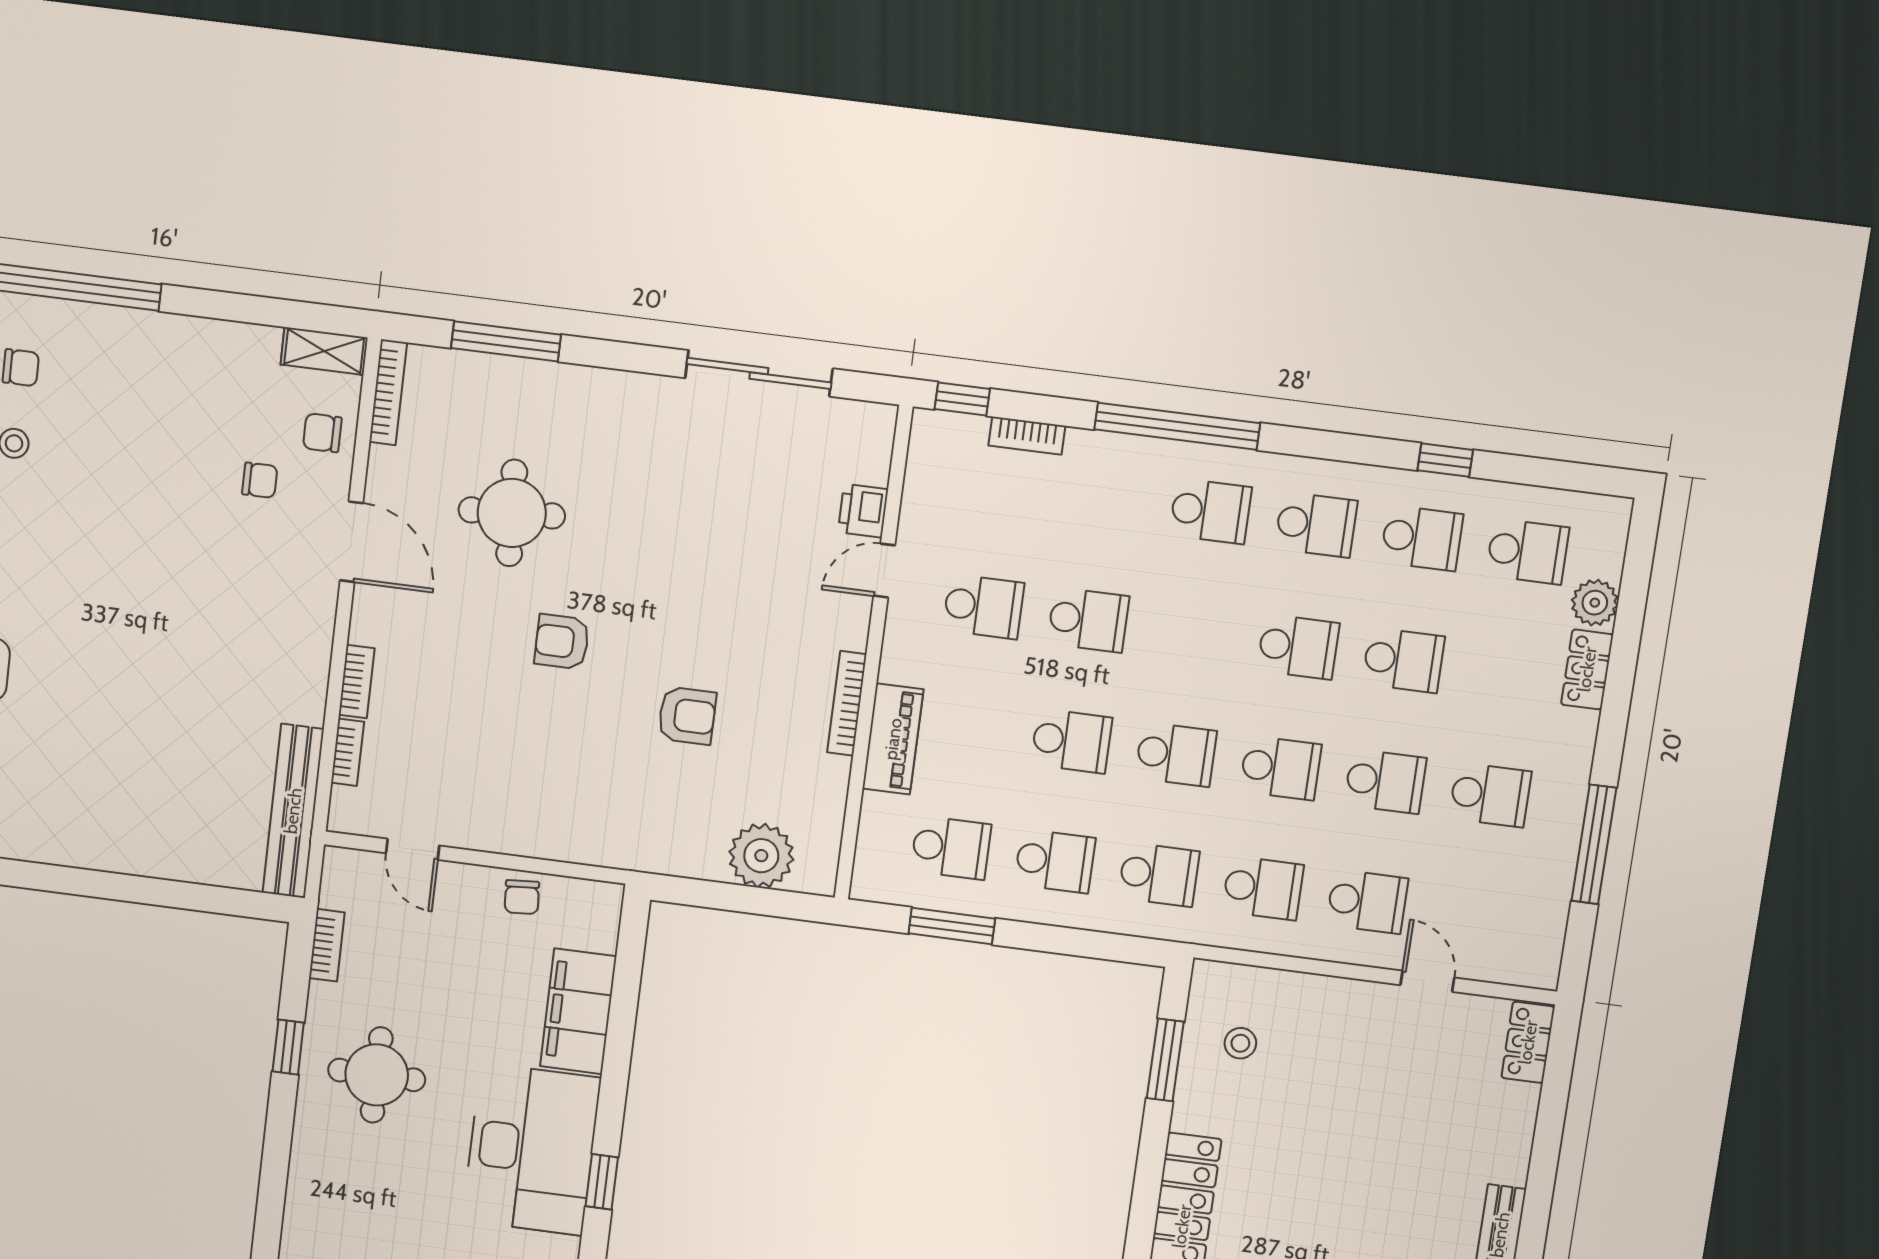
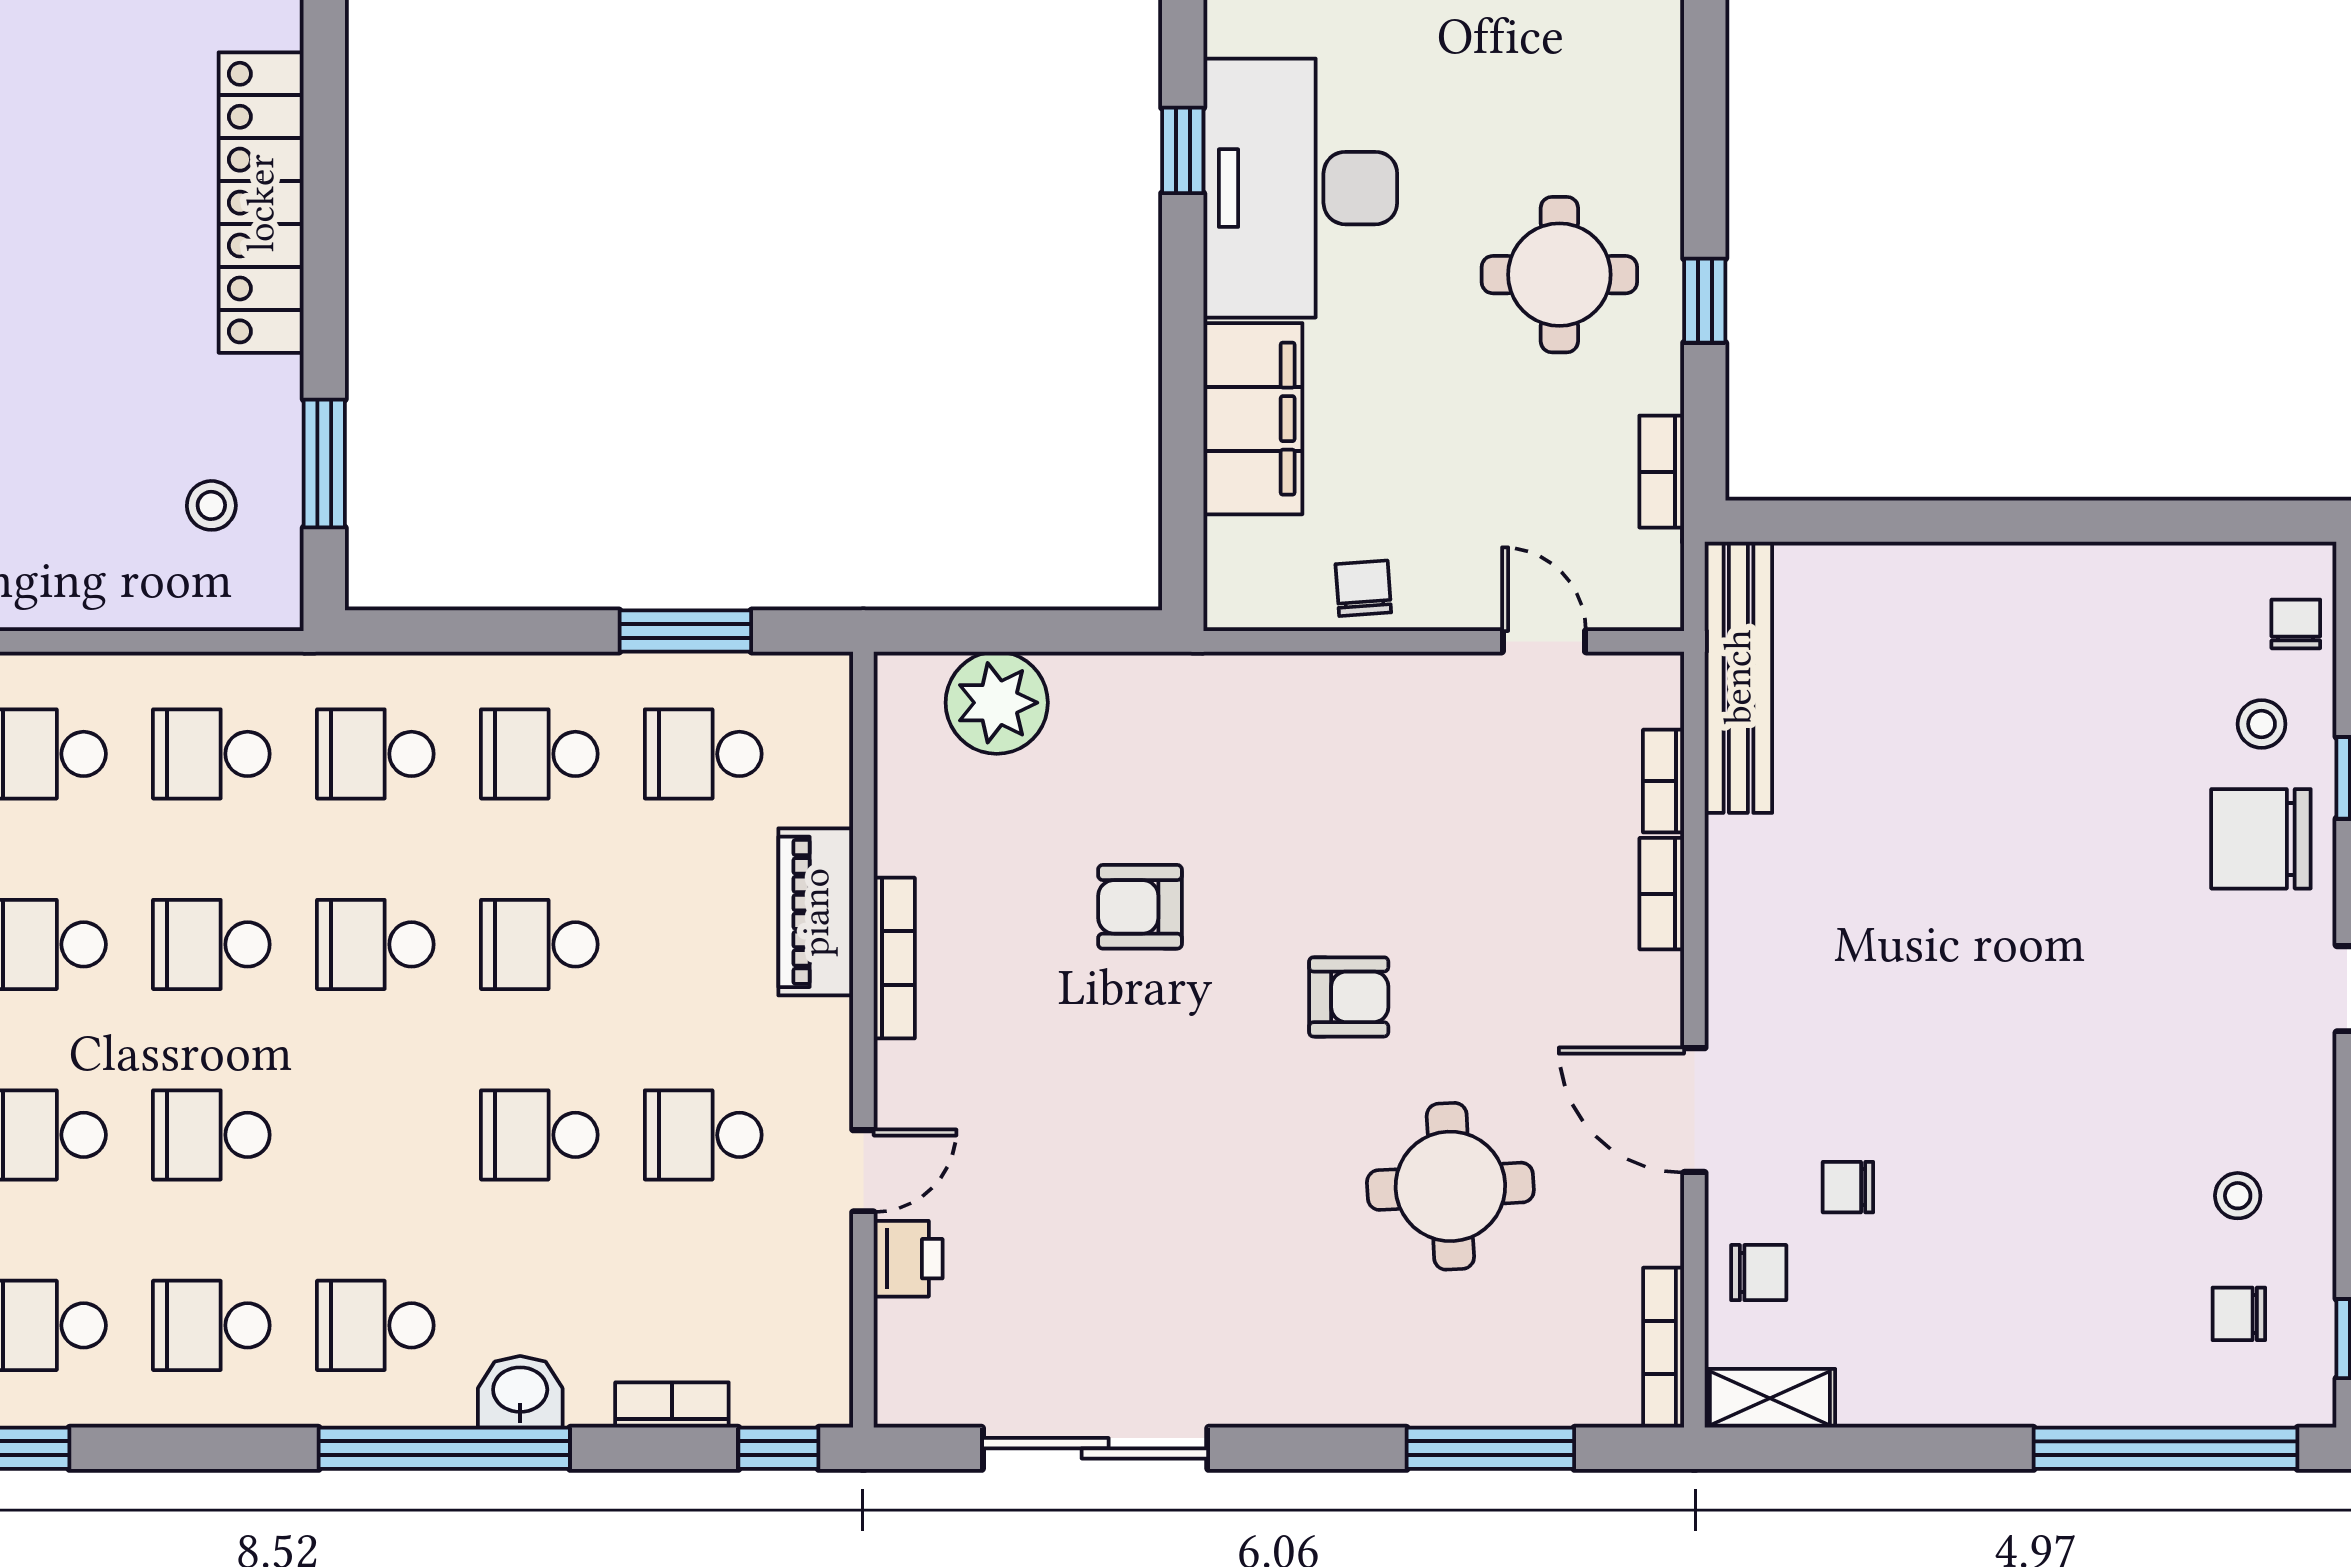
washbasin: (1123, 457) -> (520, 1392), added

